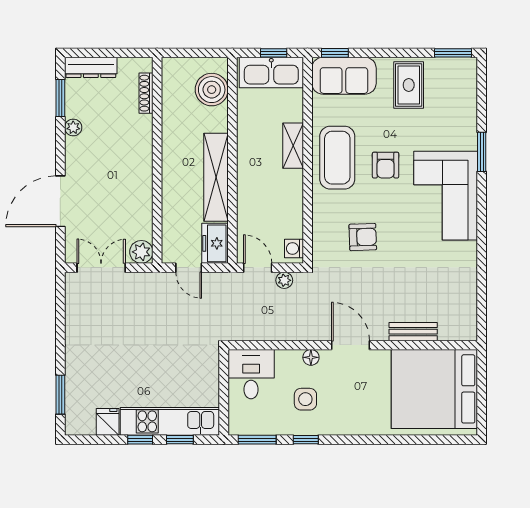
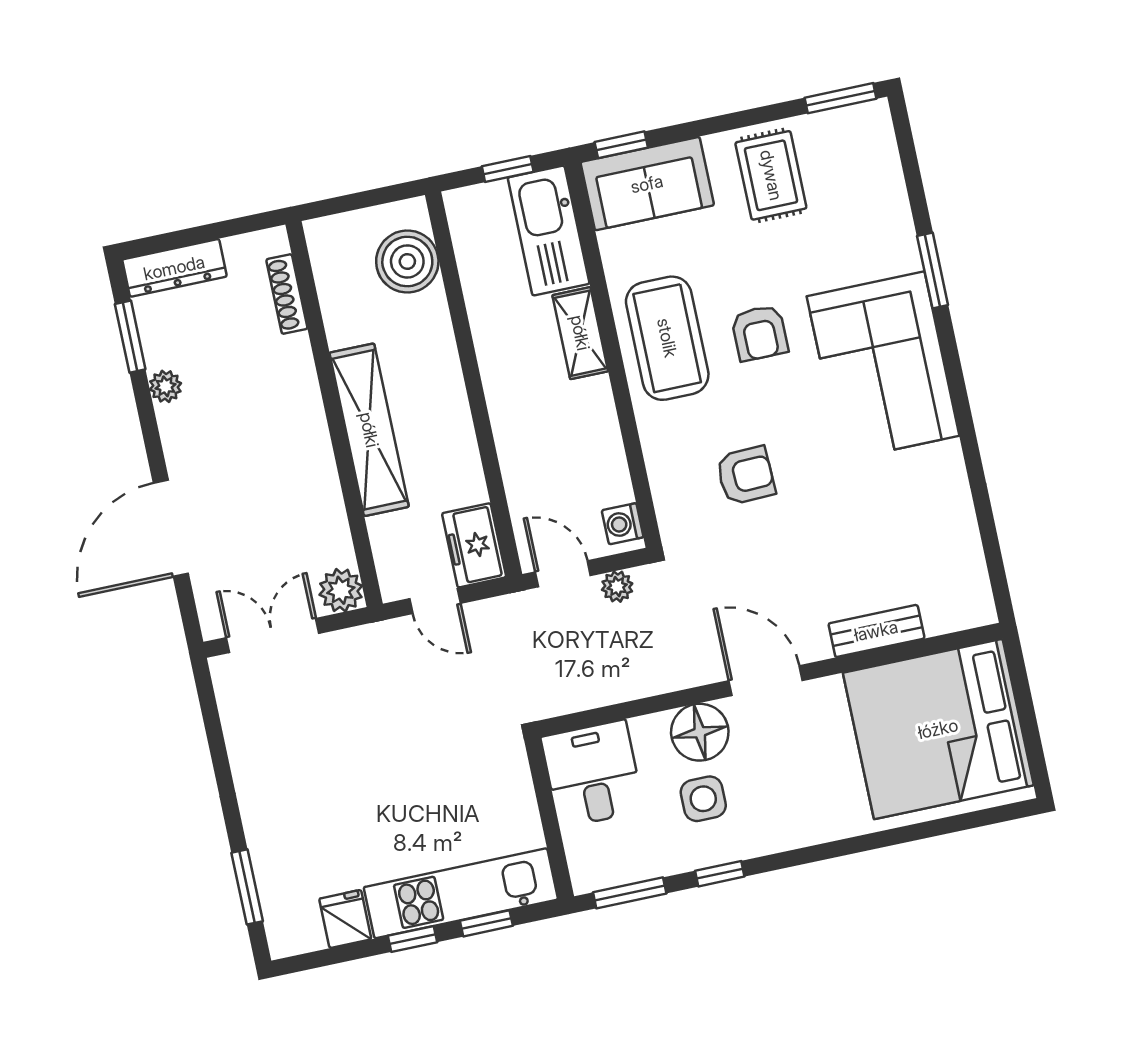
kitchen sink: (271, 72) -> (549, 231), moved, turned 90
shelving: (216, 177) -> (369, 430), moved
floor lamp: (311, 357) -> (700, 732), width x1.89, depth x1.89

